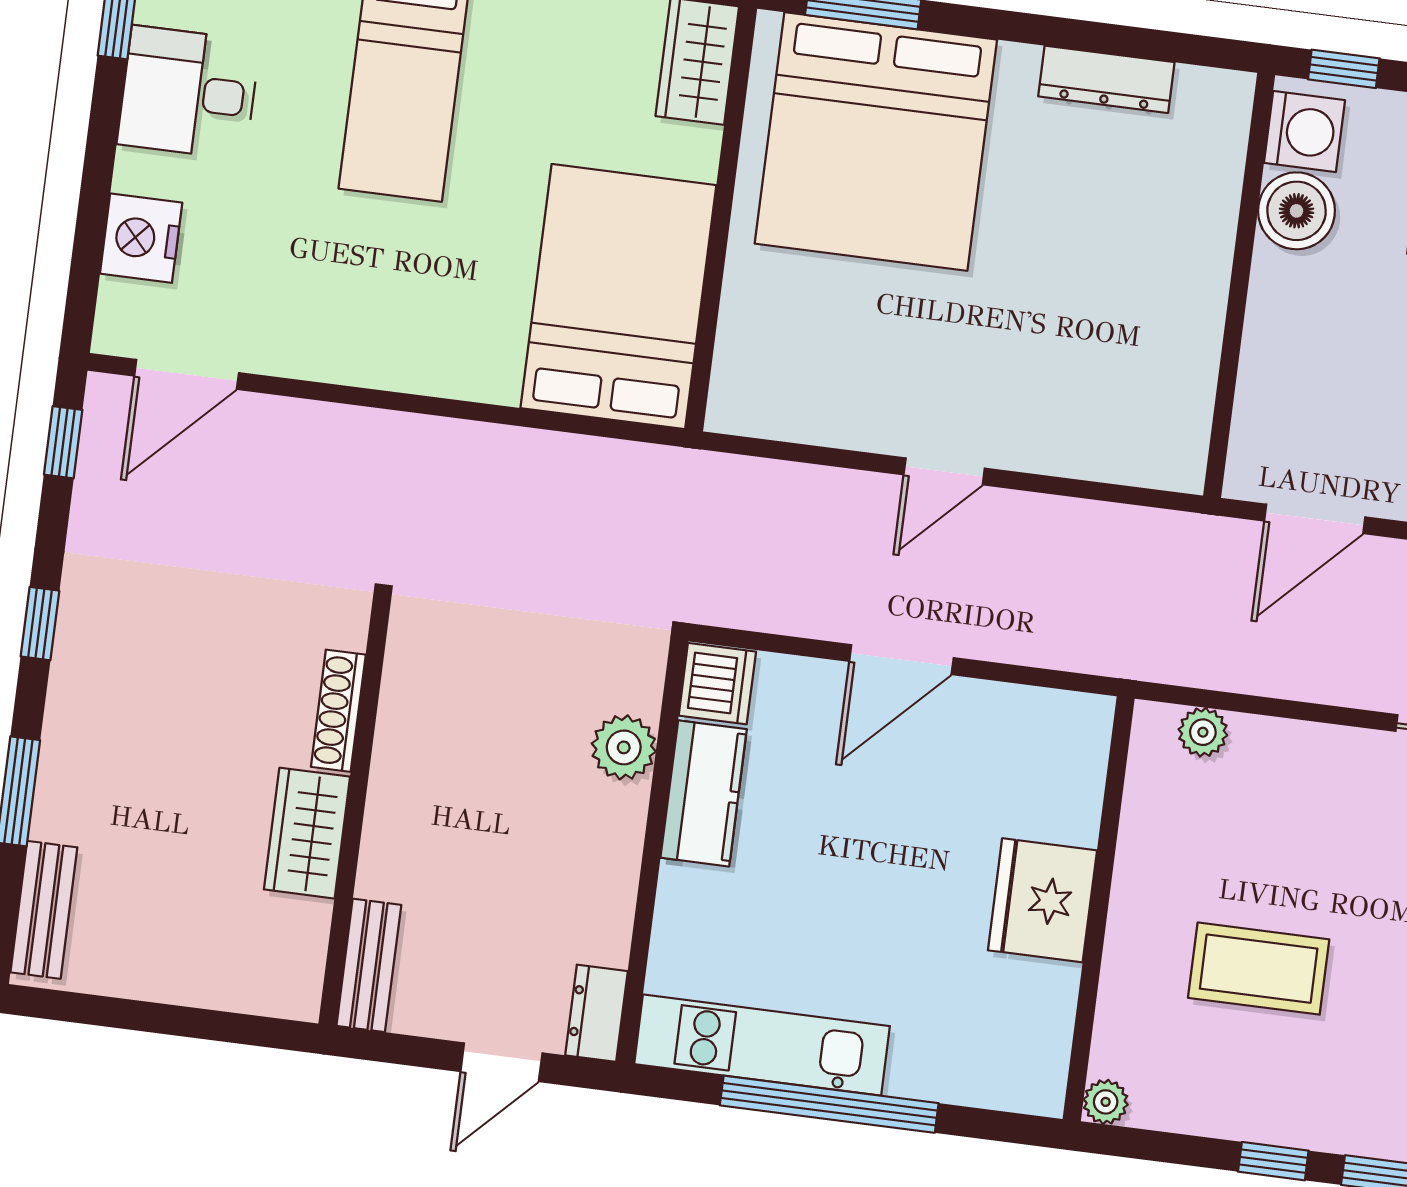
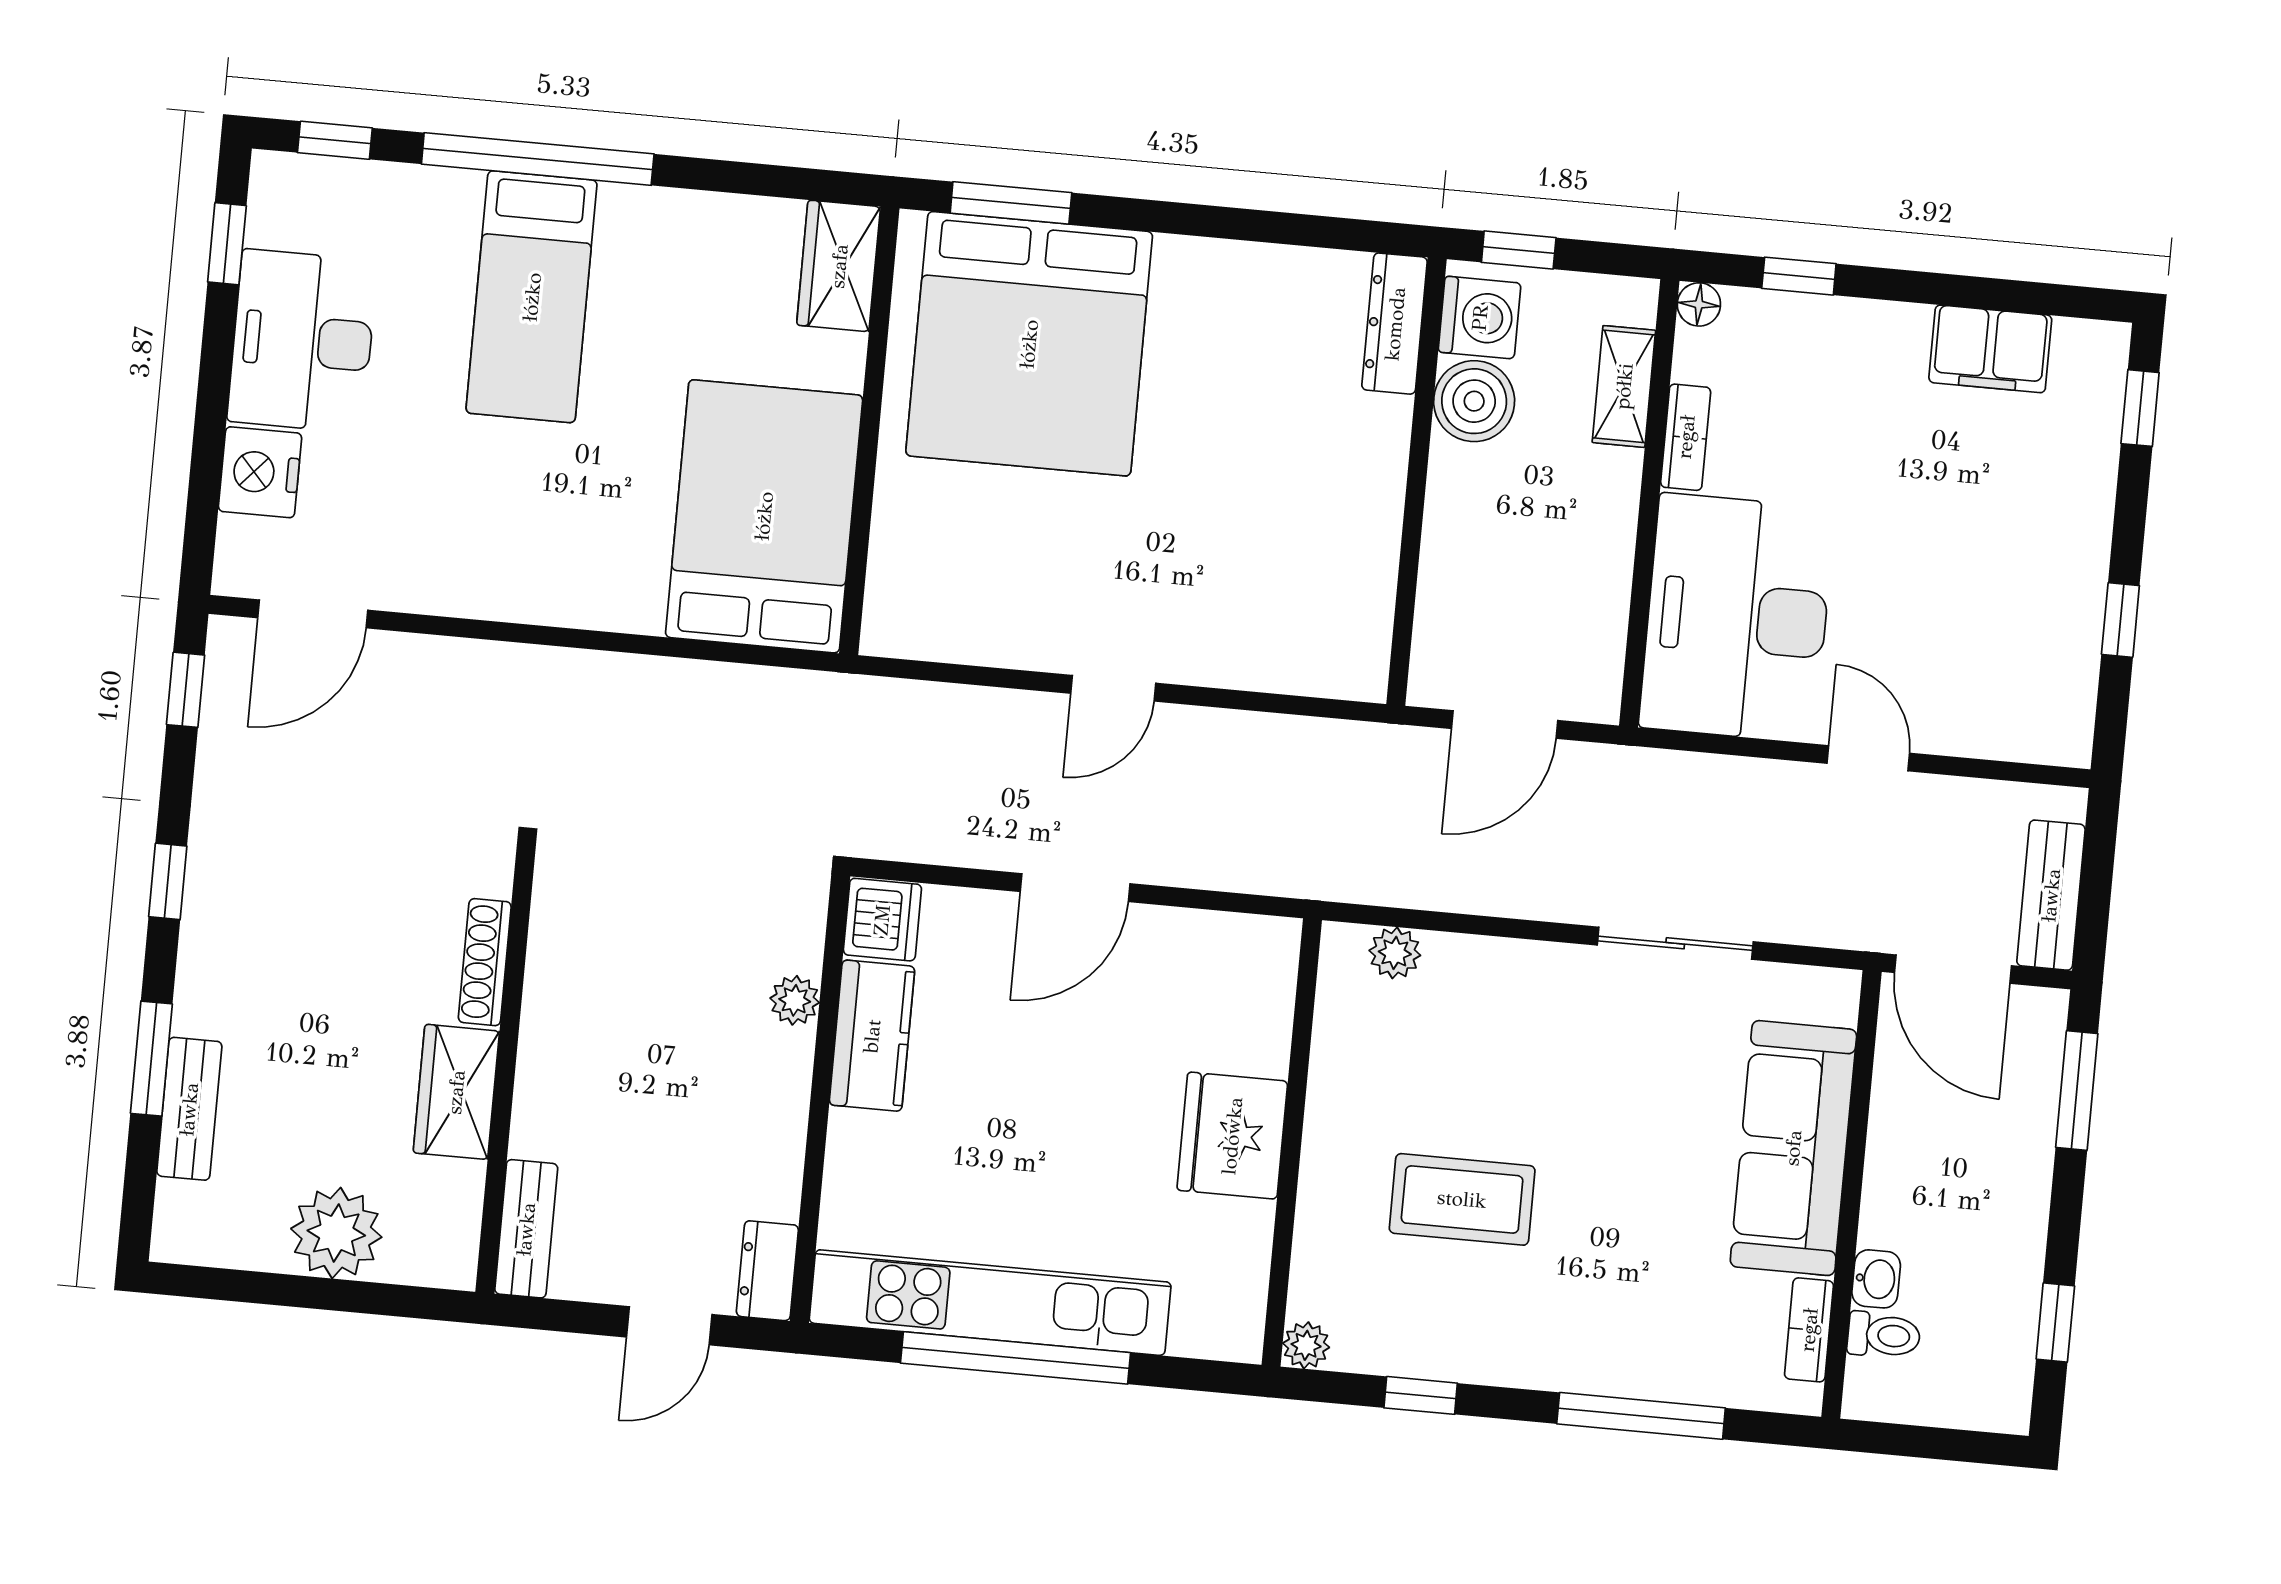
dresser: (1106, 79) -> (1395, 324), moved, turned 90
desk: (189, 93) -> (302, 341), width x1.37
plant: (624, 747) -> (795, 1000), width x0.73, depth x0.73
bench: (44, 910) -> (189, 1109), moved
plant: (188, 963) -> (336, 1233), added
kitchen unit: (762, 1045) -> (990, 1303), width x1.36
window: (1273, 1161) -> (1421, 1395), moved

